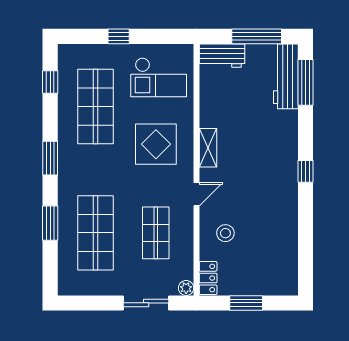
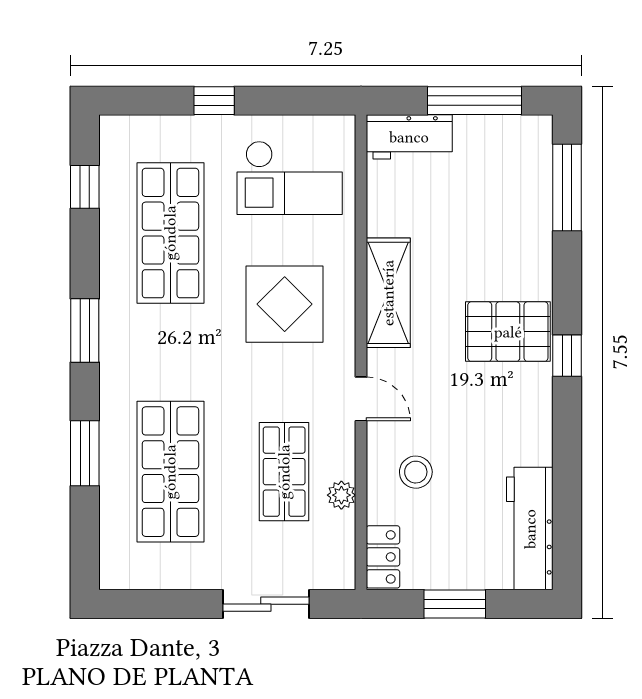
workbench: (286, 76) -> (530, 529), moved
shelving: (208, 148) -> (388, 293), width x1.50, depth x1.33
pallet: (274, 159) -> (508, 332), added
door: (196, 194) -> (361, 399), hinge flipped
plant: (186, 288) -> (341, 495), moved

